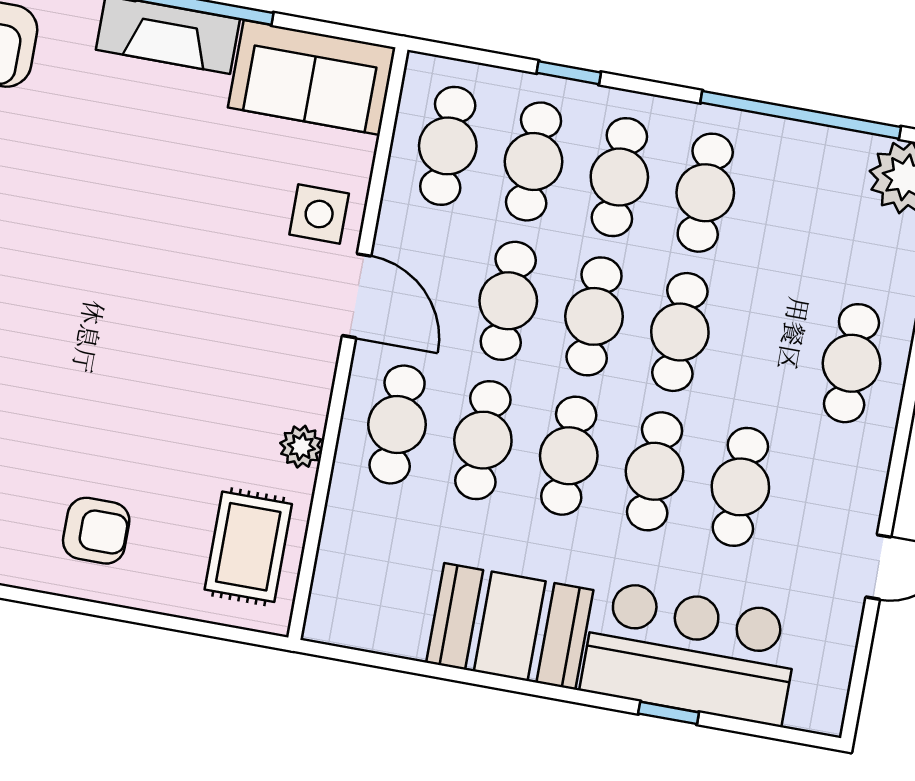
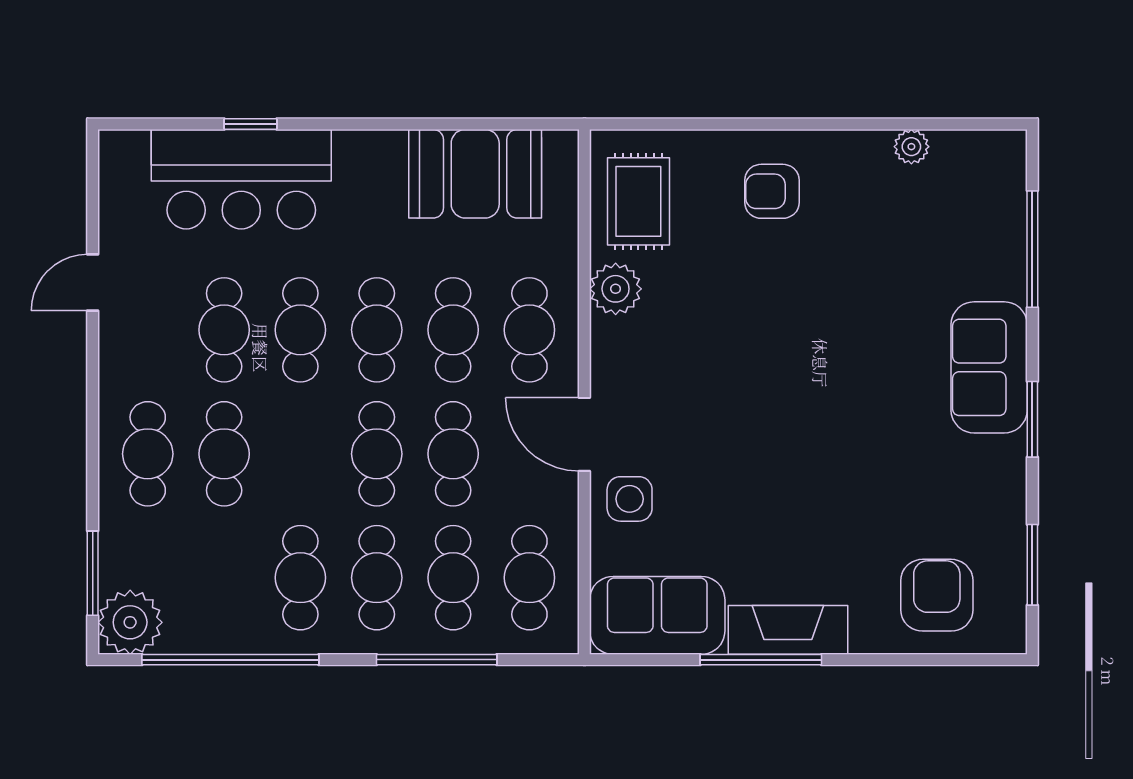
window: (569, 73) -> (437, 660), width x2.17
cafe table: (680, 332) -> (224, 454), moved
plant: (301, 447) -> (616, 289), width x1.38, depth x1.38
booth: (510, 626) -> (475, 174), moved

